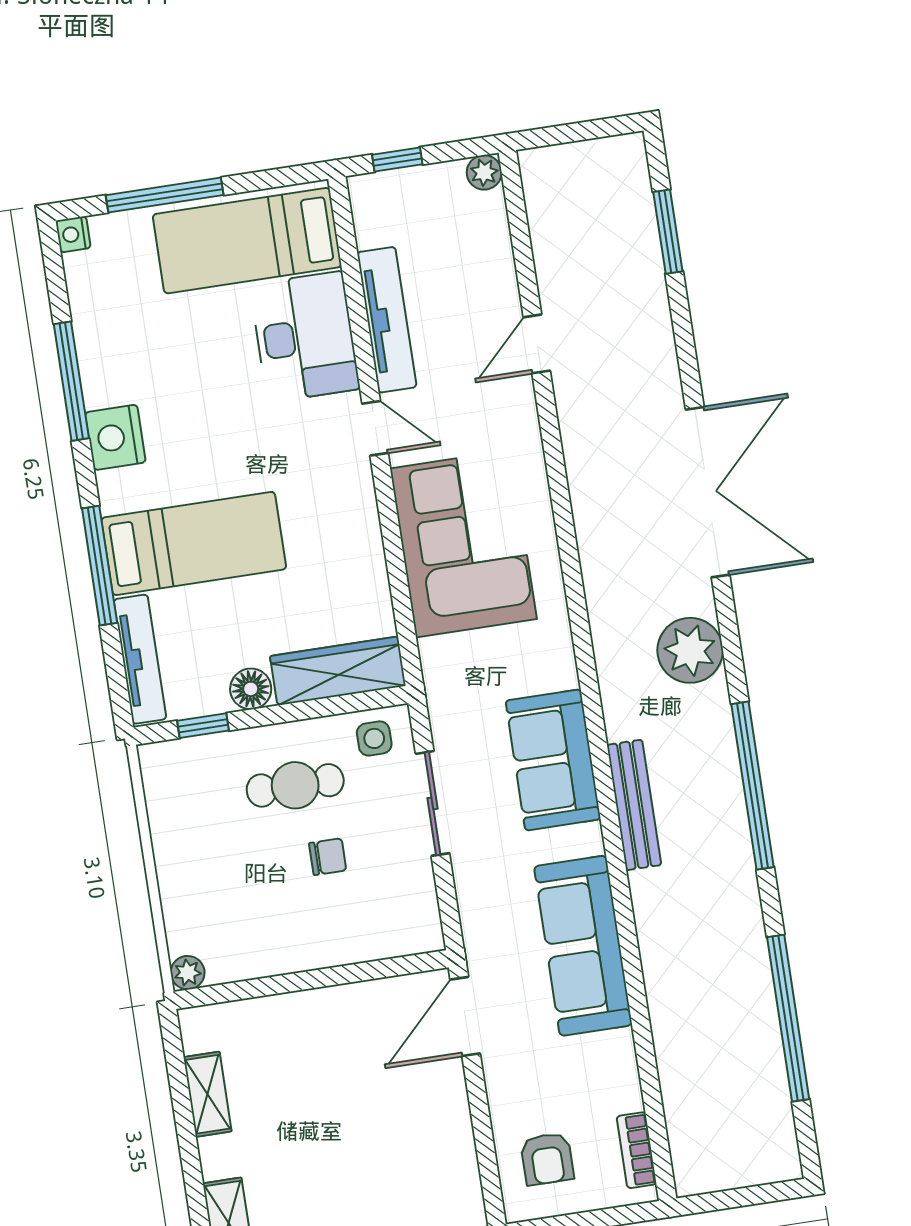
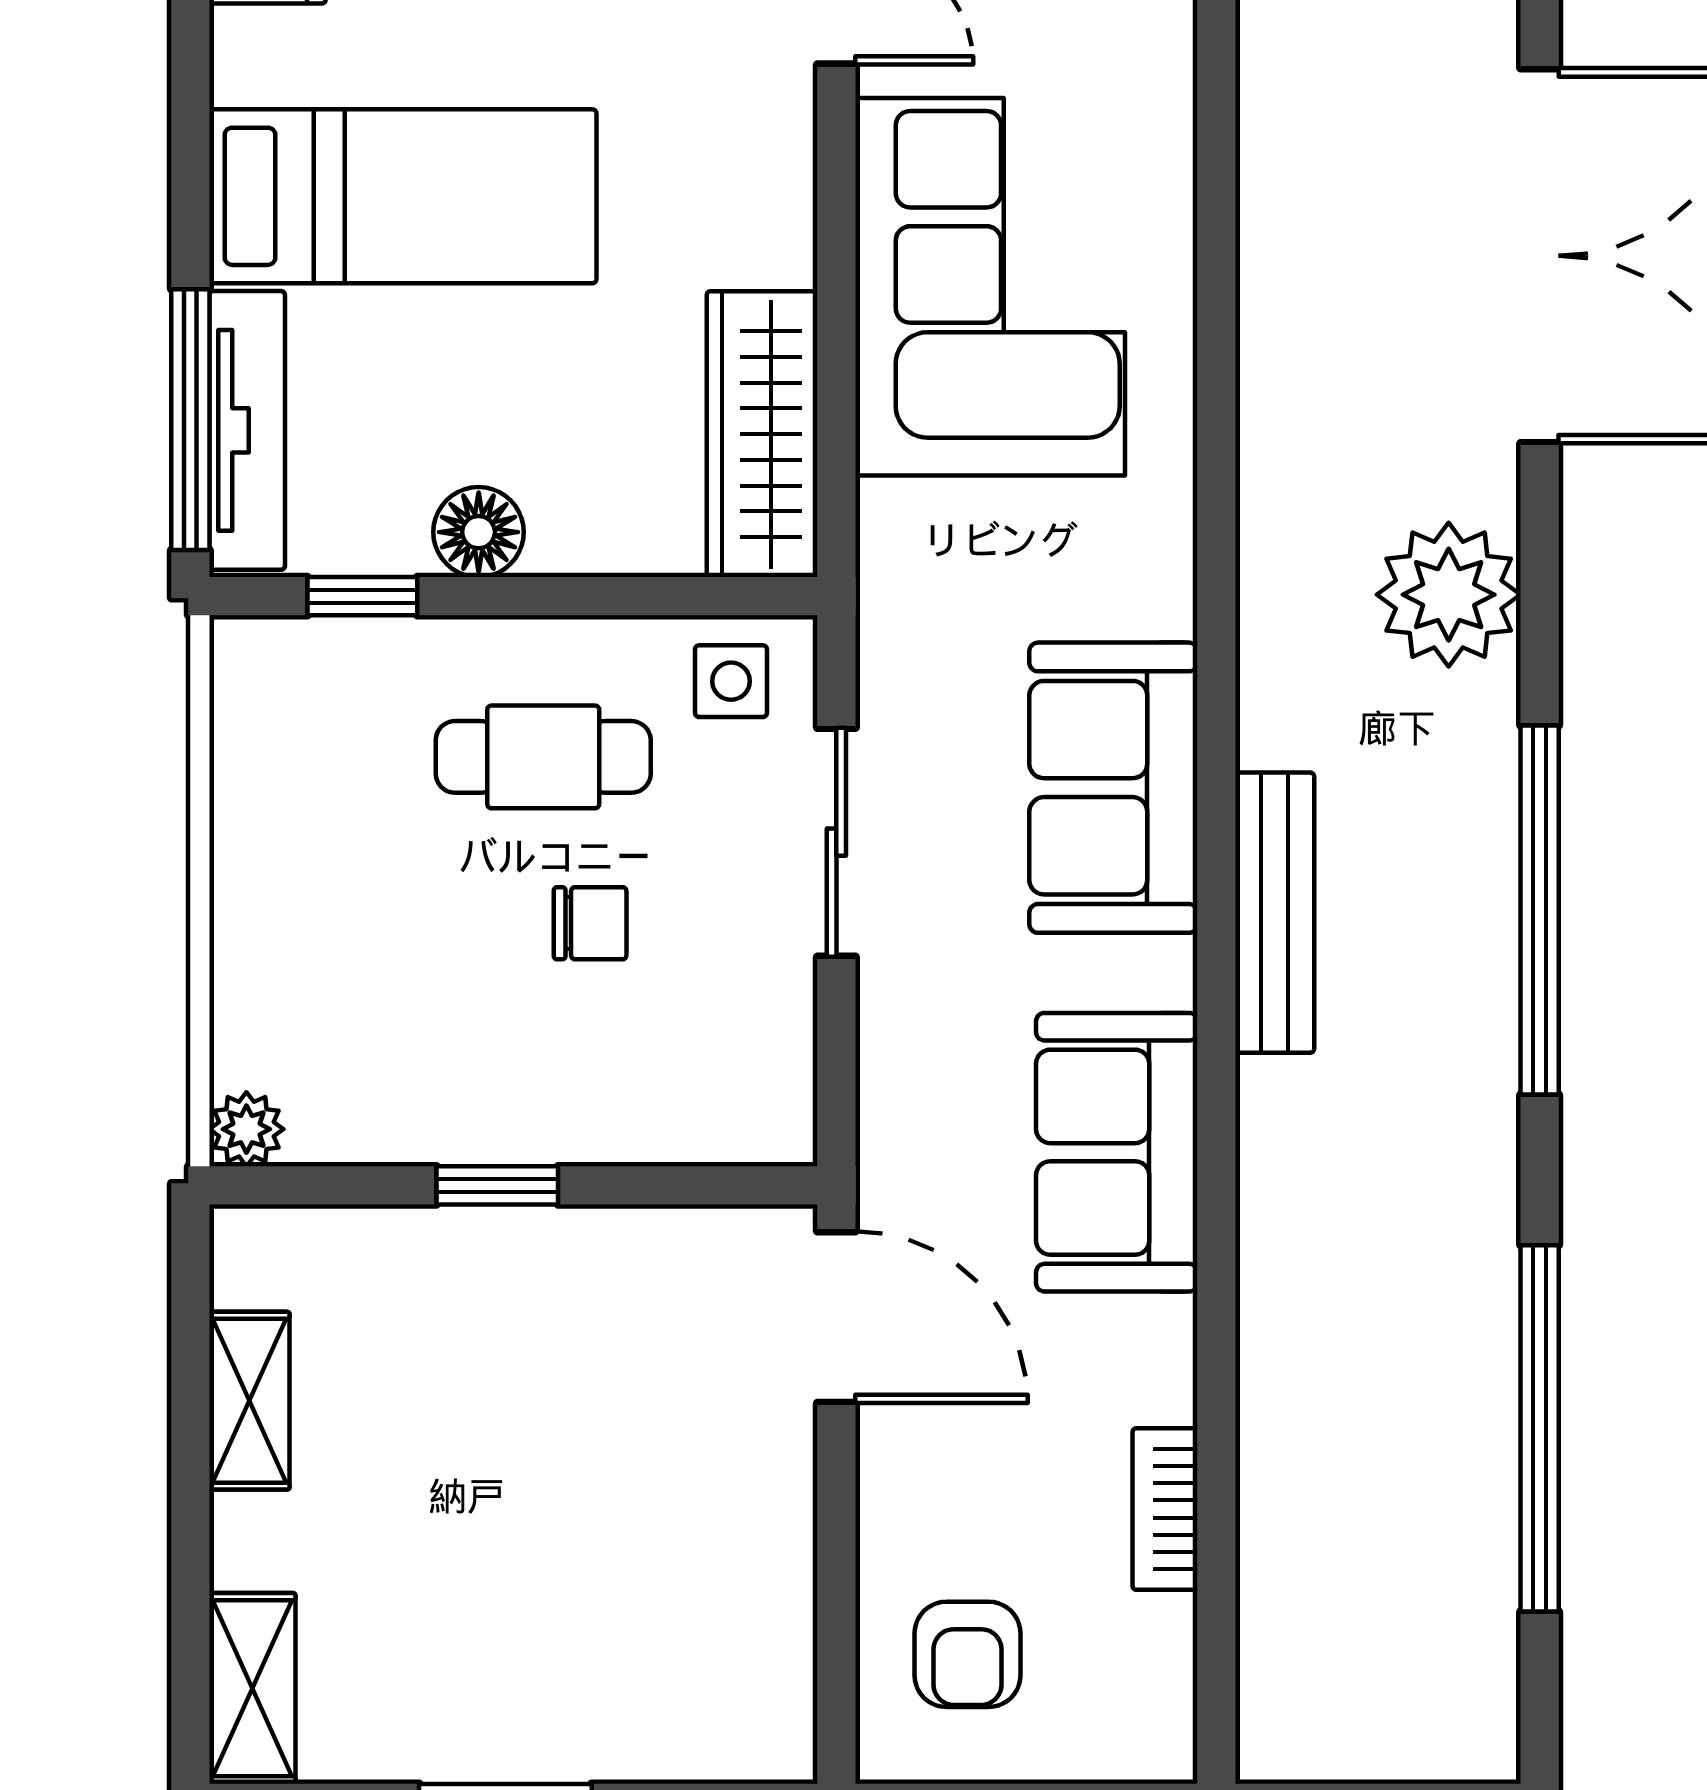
window: (100, 566) -> (190, 420), moved
wardrobe: (338, 671) -> (762, 434), moved, turned -90
sofa: (583, 946) -> (1117, 1152), width x0.73
window: (304, 981) -> (497, 1185), added
door: (465, 1016) -> (836, 1317), swing flipped
bookcase: (636, 1150) -> (1165, 1509), moved

